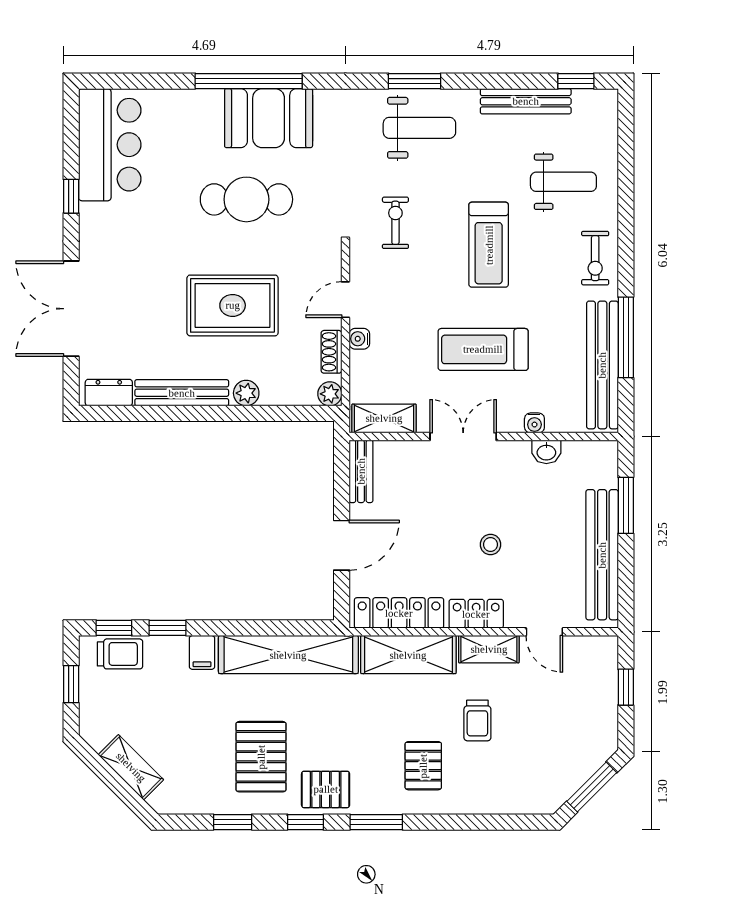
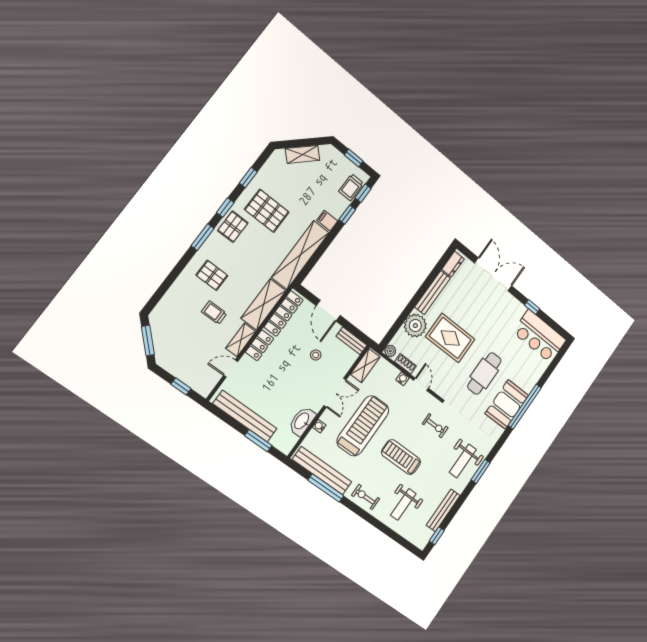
rug: (233, 305) -> (450, 338), turned 90
treadmill: (483, 349) -> (363, 426), width x1.37, depth x1.38
plant: (246, 393) -> (415, 326), width x1.87, depth x1.87
washbasin: (546, 452) -> (302, 421), width x1.91, depth x1.45
stool: (490, 545) -> (316, 355), moved

